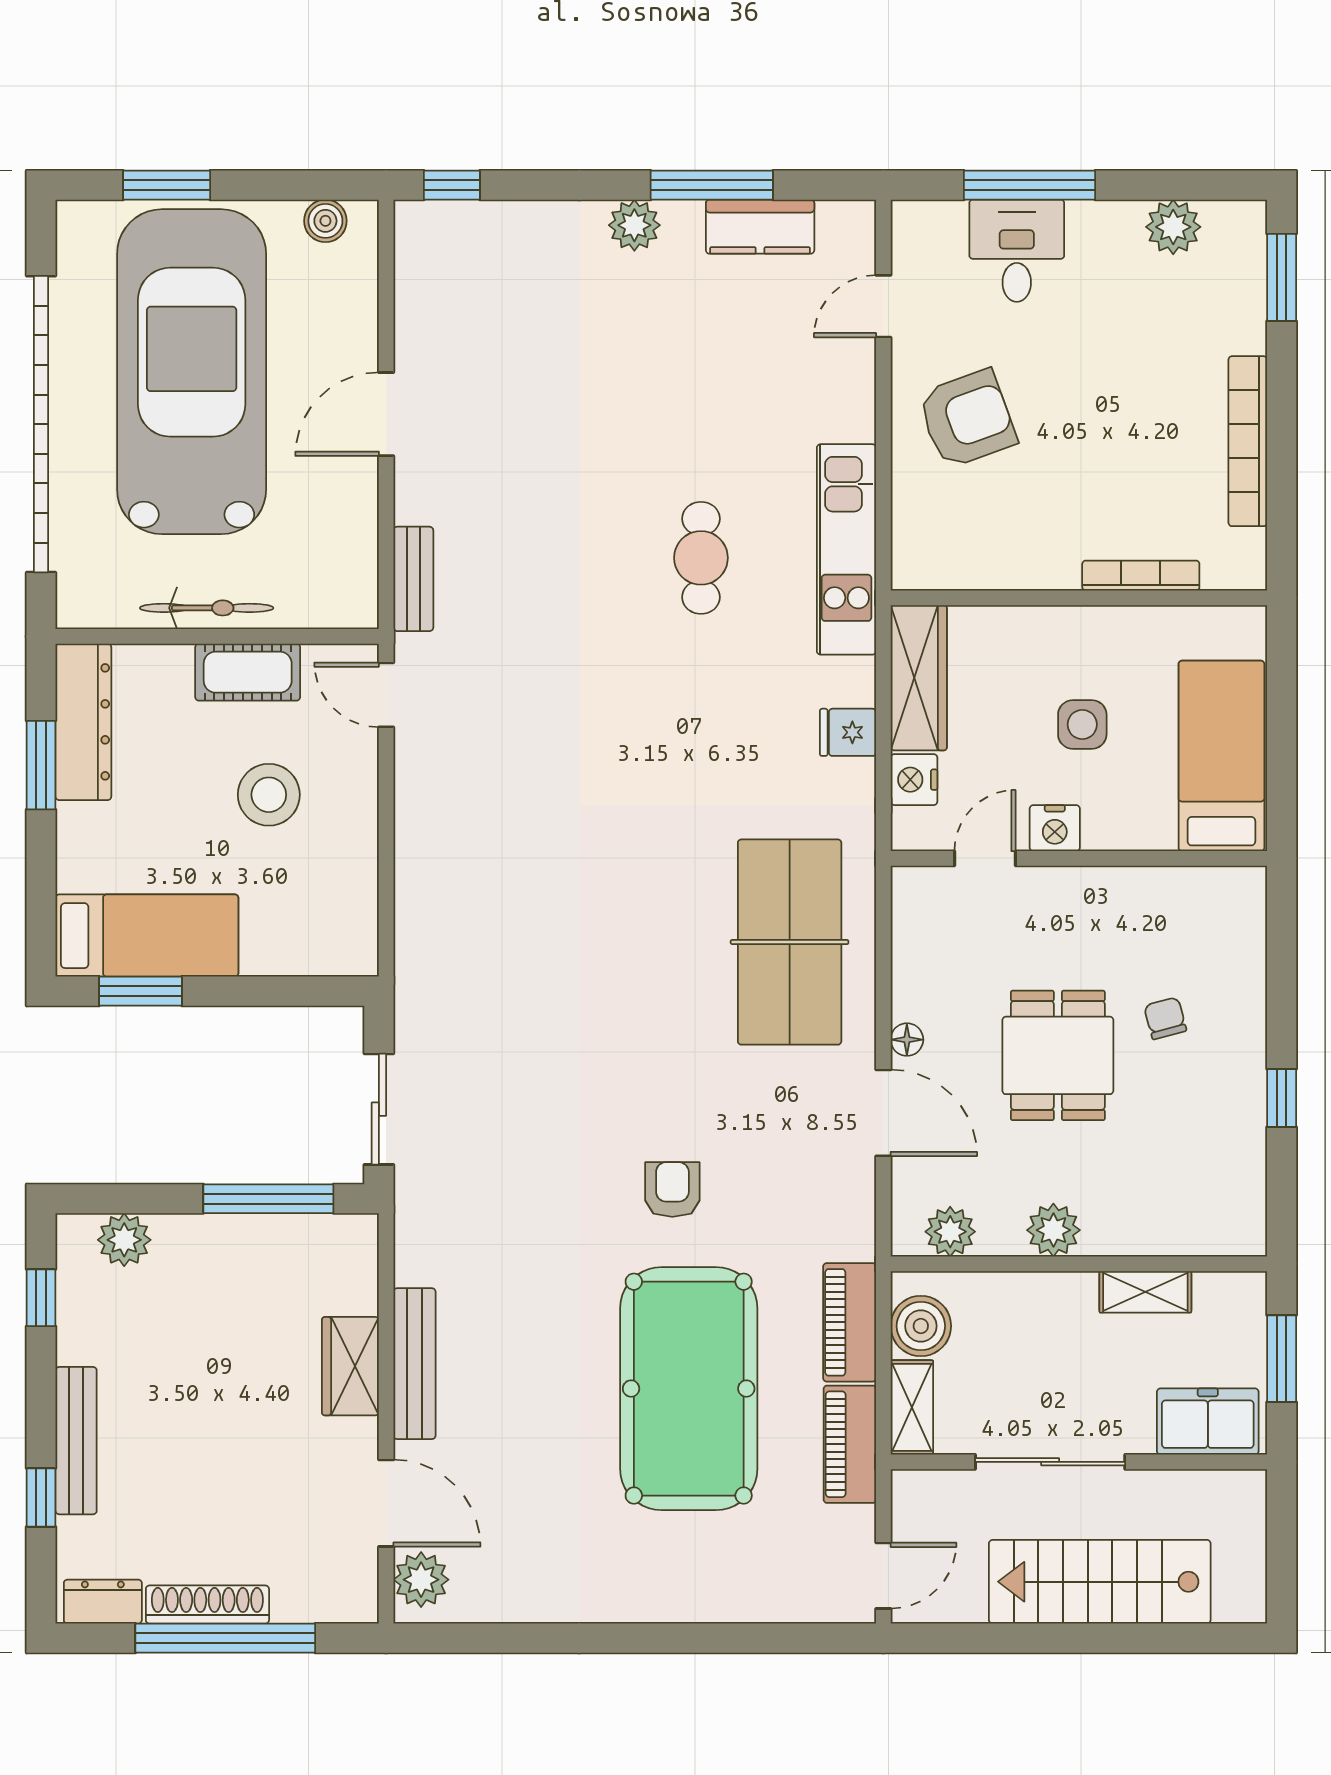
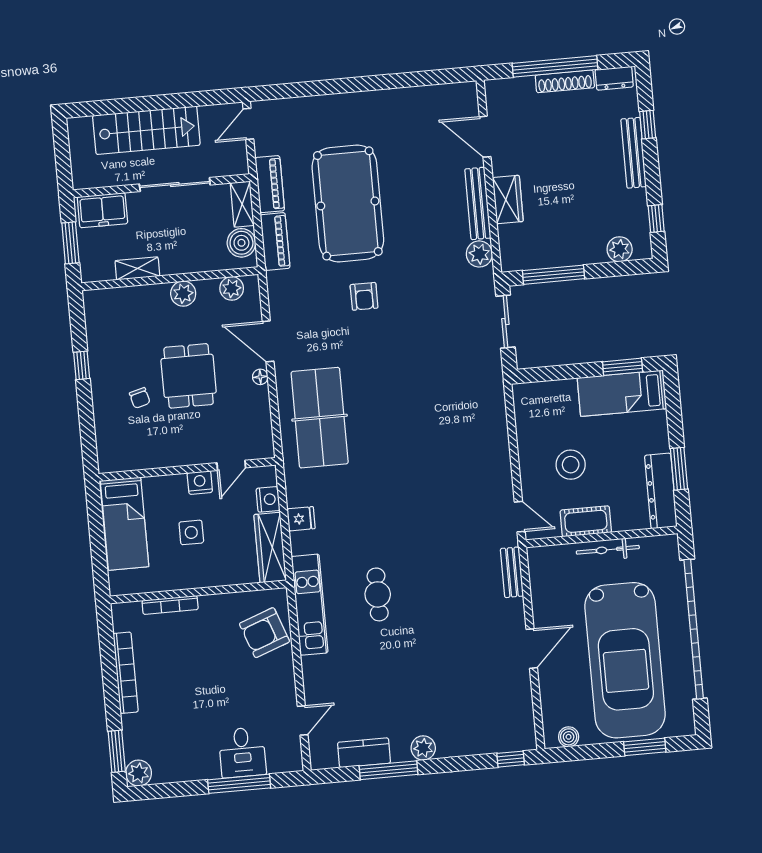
plant: (1173, 227) -> (139, 773), moved
armchair: (967, 419) -> (264, 633), moved
plant: (421, 1580) -> (479, 254), moved

